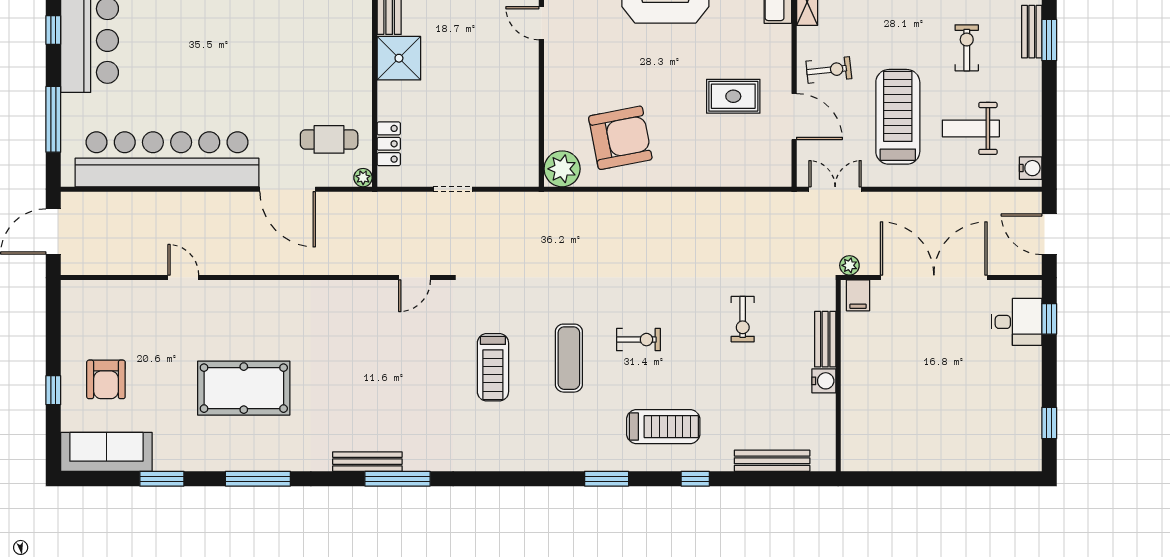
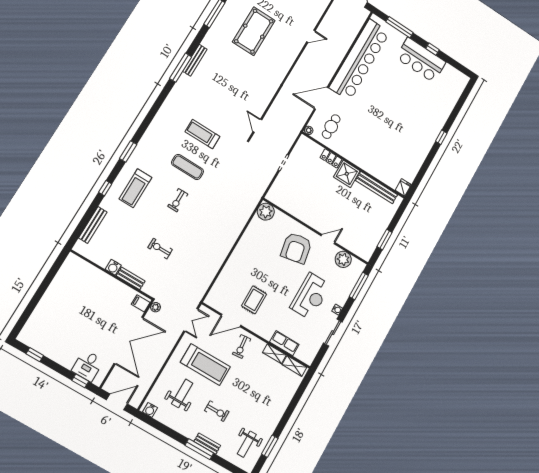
window: (1049, 40) -> (199, 449), width x1.44
armchair: (620, 138) -> (296, 248), moved
locker: (389, 144) -> (331, 158), moved

